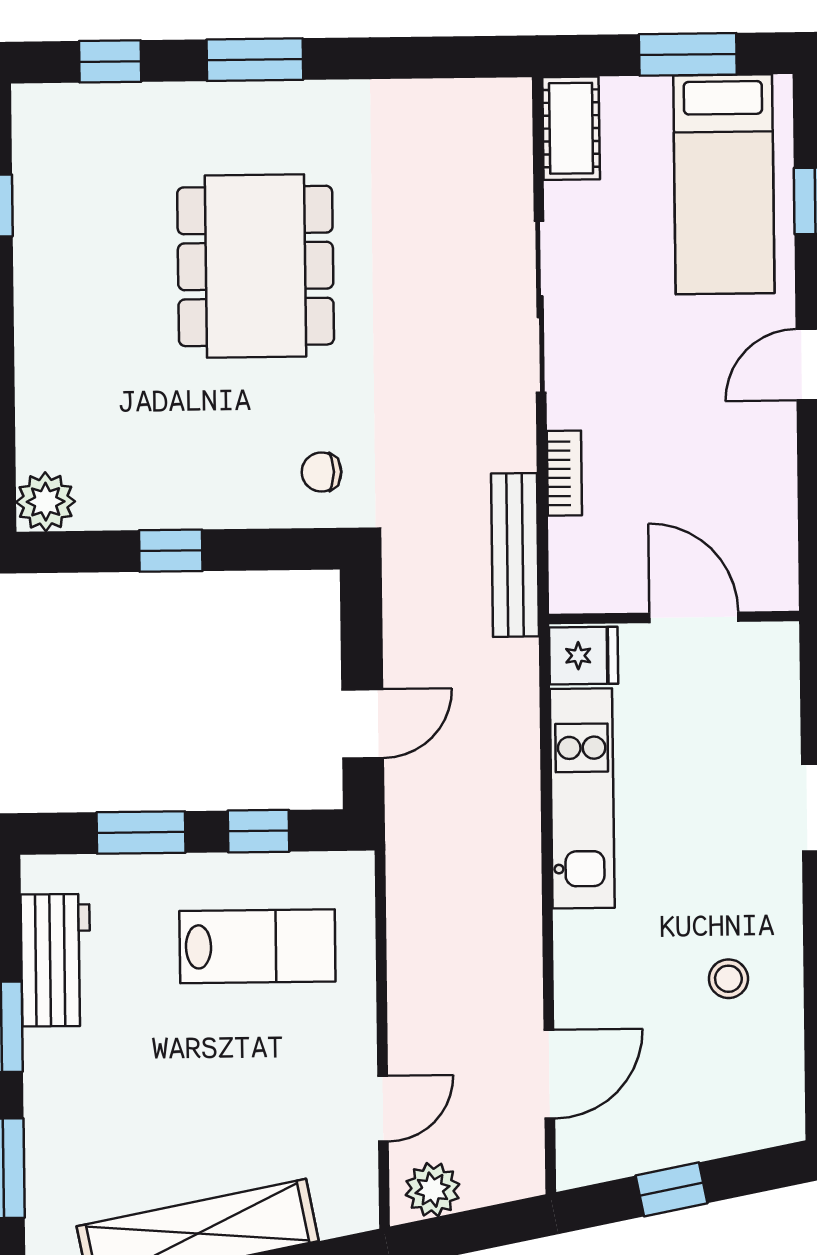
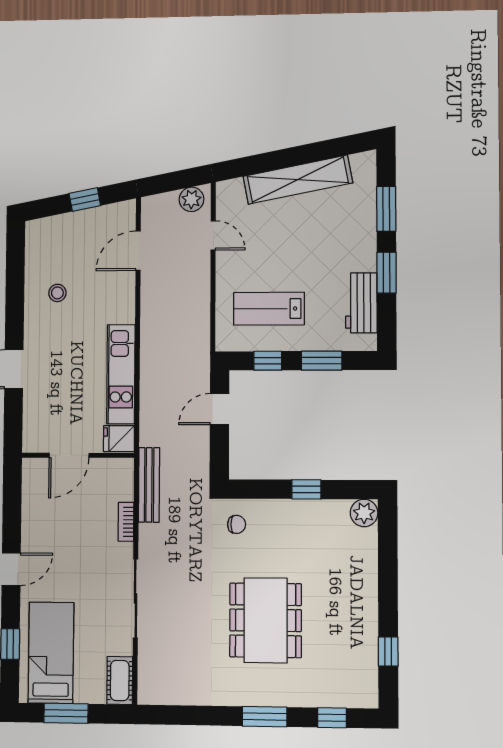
door: (694, 617) -> (69, 455), hinge flipped
door: (383, 1109) -> (213, 235), swing flipped

